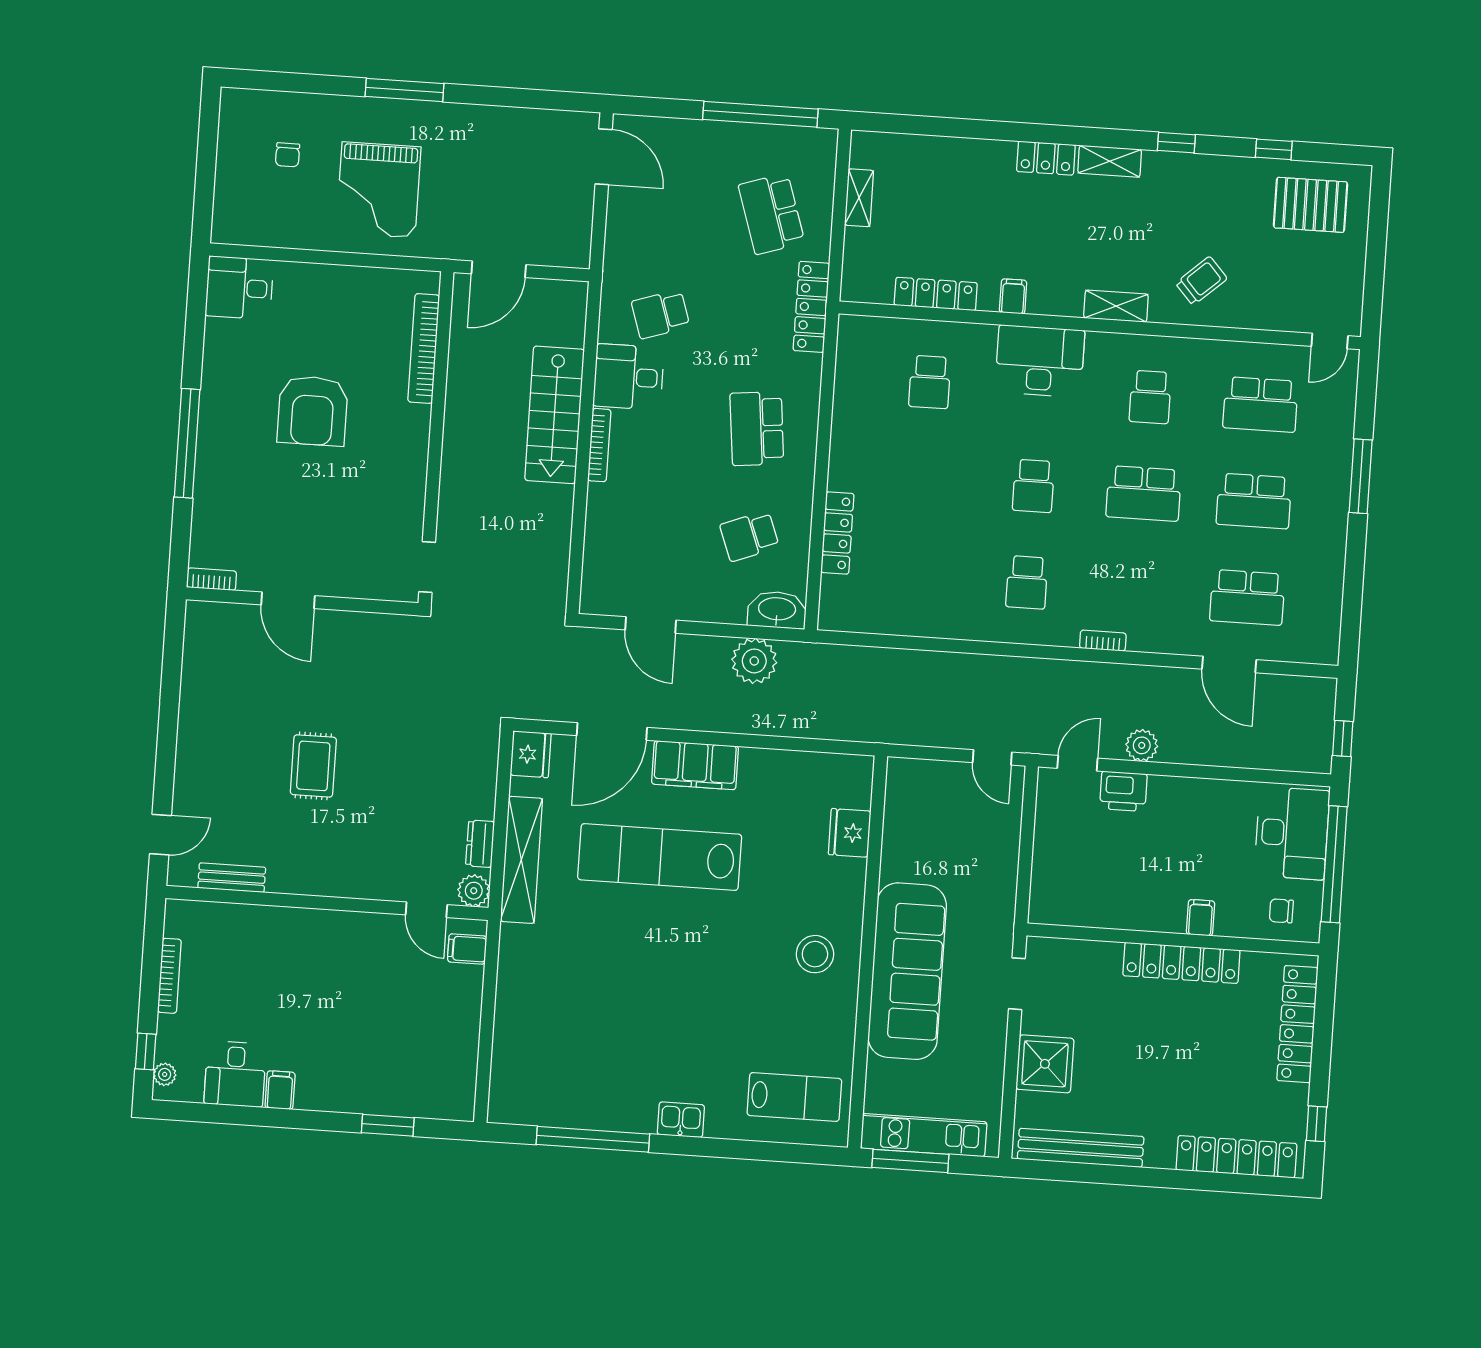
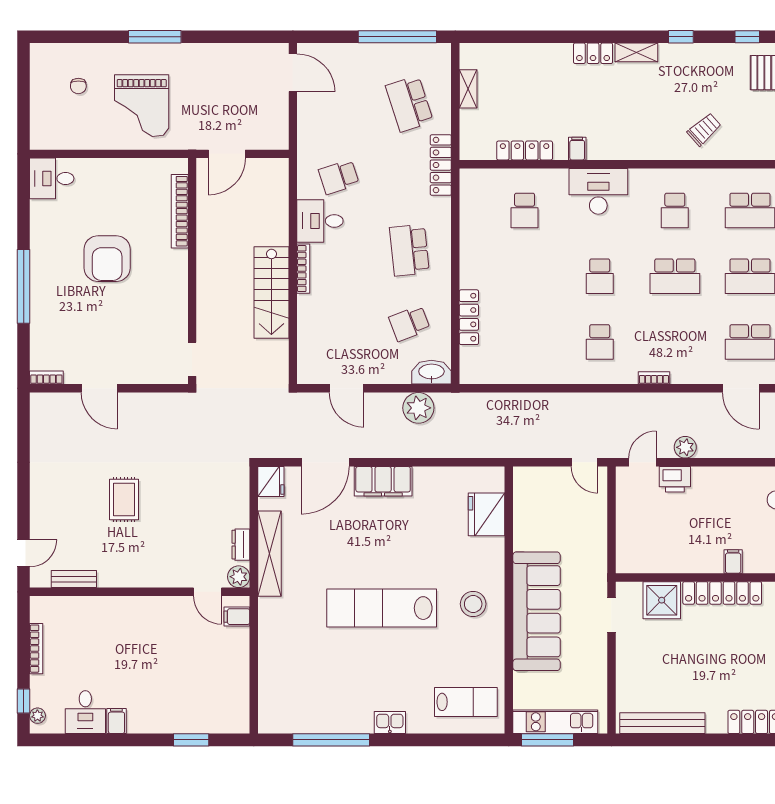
shelving: (1116, 306) -> (647, 150), removed
stairs: (554, 415) -> (271, 292), moved
fridge: (850, 833) -> (487, 514), width x1.36, depth x1.34
lab bench: (660, 857) -> (382, 608), moved
shower: (1045, 1064) -> (662, 600), moved

